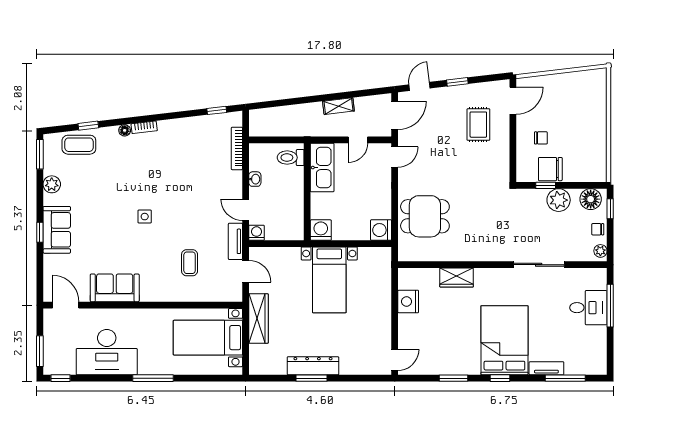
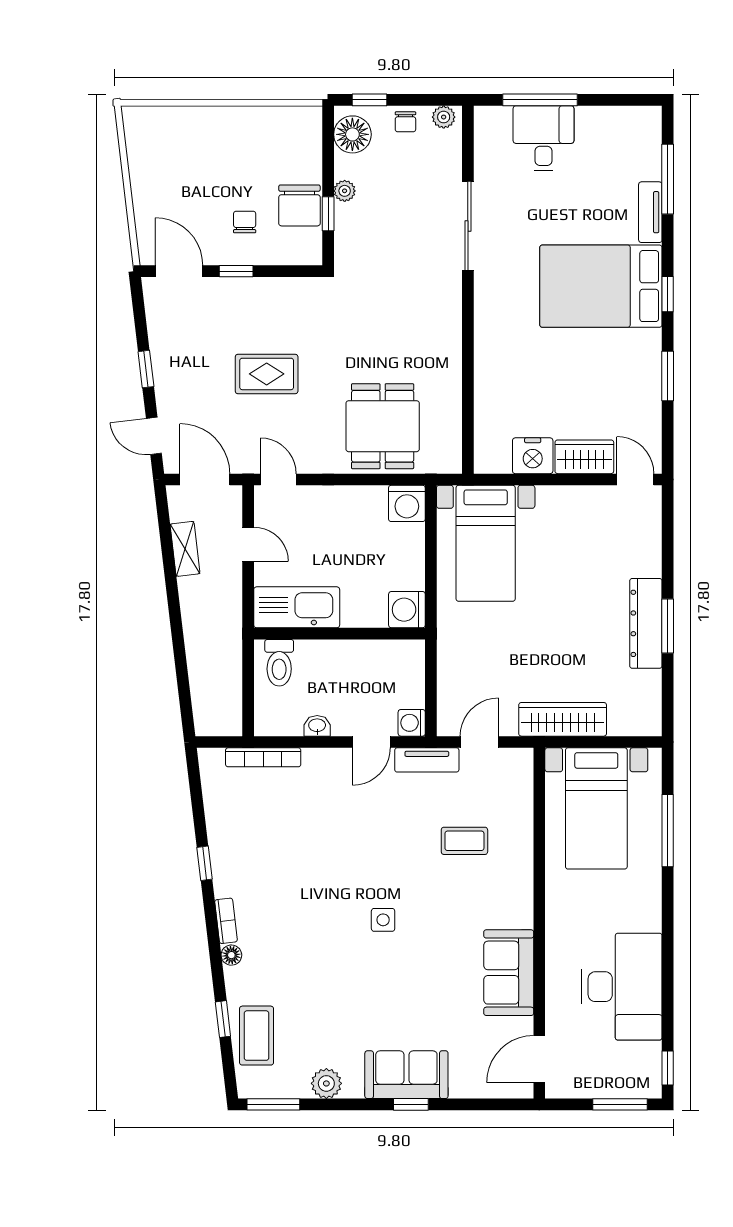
shelving: (338, 106) -> (185, 549), moved
window: (217, 110) -> (204, 863), moved
rug: (478, 125) -> (267, 374), moved
window: (513, 133) -> (236, 271), added
plant: (559, 200) -> (345, 191), width x0.53, depth x0.53
wardrobe: (457, 278) -> (584, 457), moved, turned -90
bed with nightstands: (329, 280) -> (486, 543), moved, turned 90
window: (153, 378) -> (668, 831), moved

